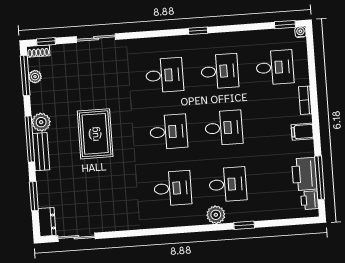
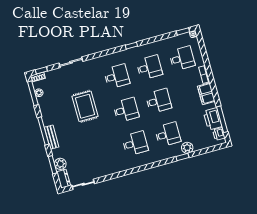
plant: (41, 122) -> (60, 164), moved
filing cabinet: (302, 132) -> (206, 94), width x2.00
rug: (95, 134) -> (85, 106), moved
plant: (216, 215) -> (187, 148), moved

